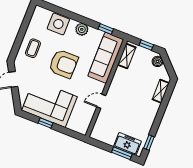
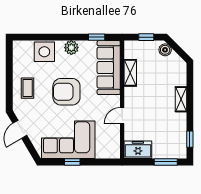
shelving: (127, 56) -> (130, 73), moved
armchair: (63, 64) -> (66, 92), turned 180
shelving: (161, 91) -> (181, 99), moved
freezer: (127, 144) -> (138, 150), moved

